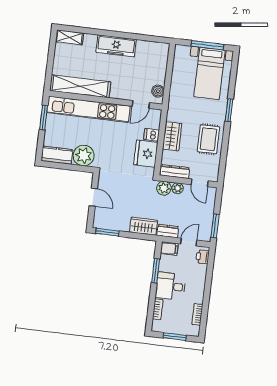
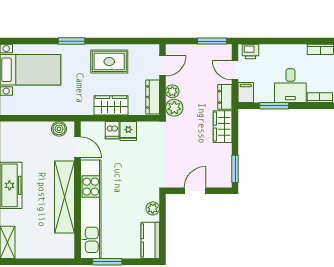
shelving: (80, 86) -> (64, 197), moved
fridge: (146, 154) -> (128, 131), width x0.53, depth x0.75
plant: (84, 156) -> (153, 208), width x0.53, depth x0.53

